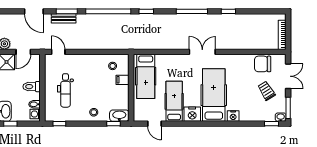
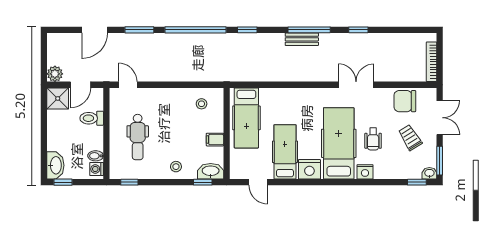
door: (34, 11) -> (95, 30), hinge flipped
bench: (64, 18) -> (302, 39), moved
double door: (202, 52) -> (356, 85), moved
filing cabinet: (122, 80) -> (215, 140), moved
toilet: (32, 87) -> (92, 118), moved
wheelchair: (239, 92) -> (373, 139), added

